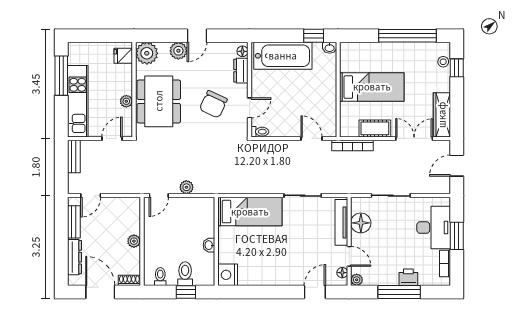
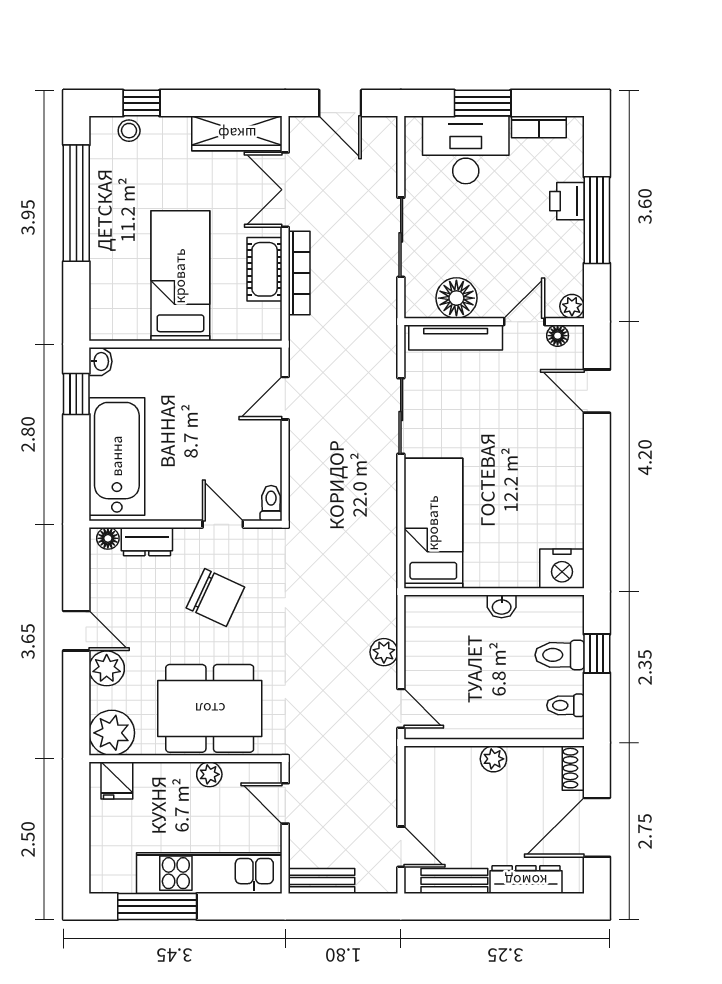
bookcase: (353, 145) -> (299, 273), moved

